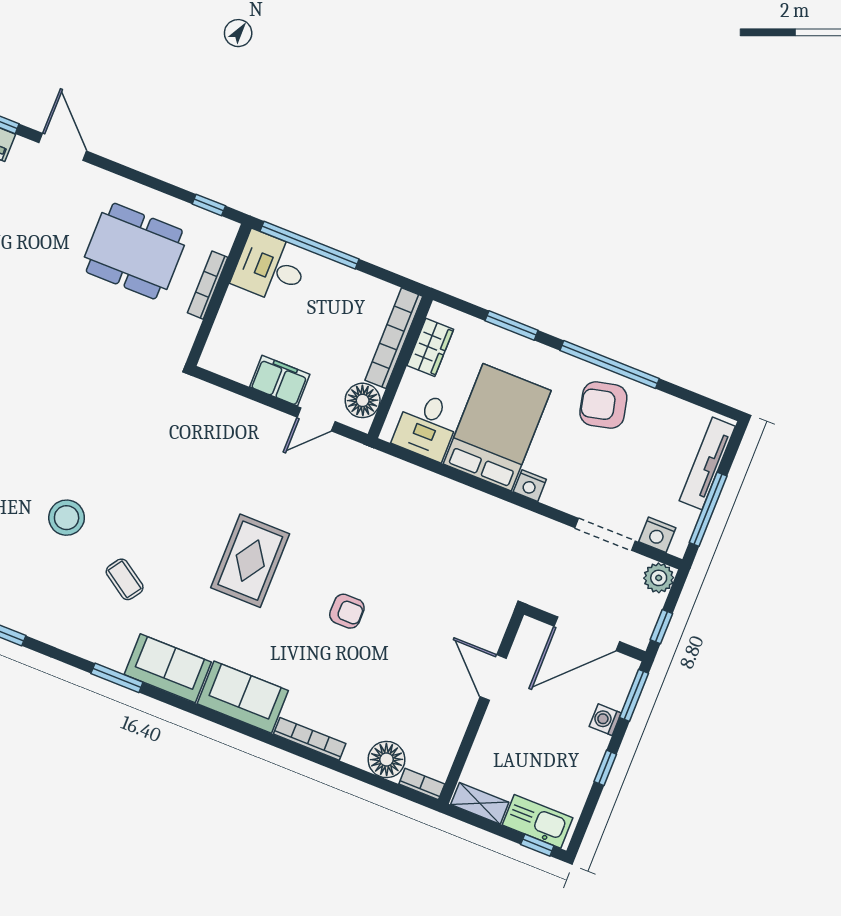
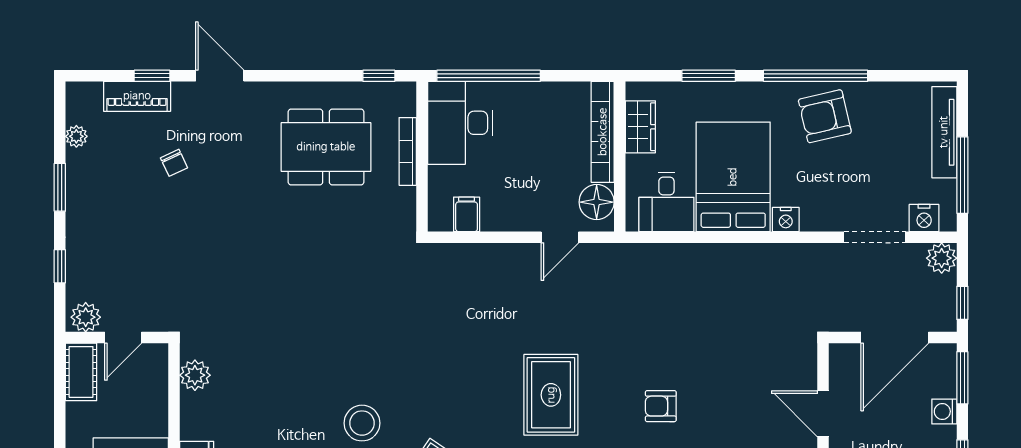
desk: (270, 268) -> (460, 123), width x1.37
filing cabinet: (280, 381) -> (467, 214), moved, width x0.50
armchair: (347, 611) -> (661, 406), turned 180

